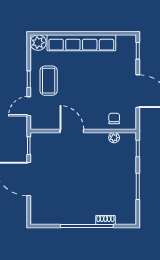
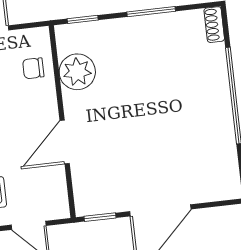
plant: (114, 138) -> (77, 72), width x1.87, depth x1.87
shoe rack: (105, 220) -> (214, 25), moved

